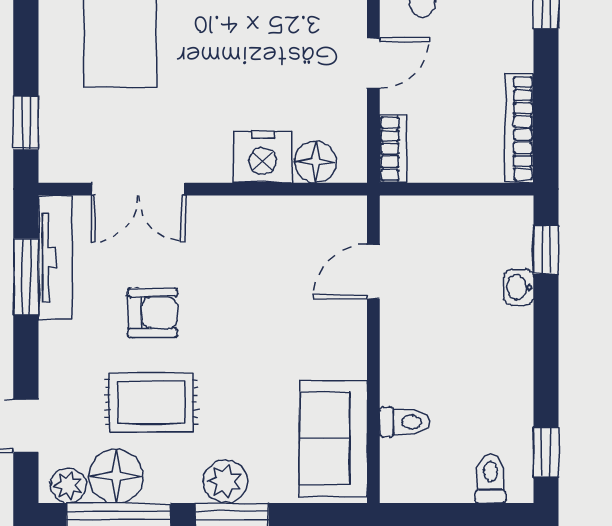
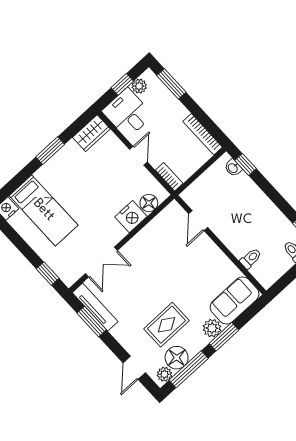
washbasin: (519, 287) -> (233, 168), moved
armchair: (153, 313) -> (141, 296), removed
sofa: (333, 438) -> (235, 300), moved, turned 90

